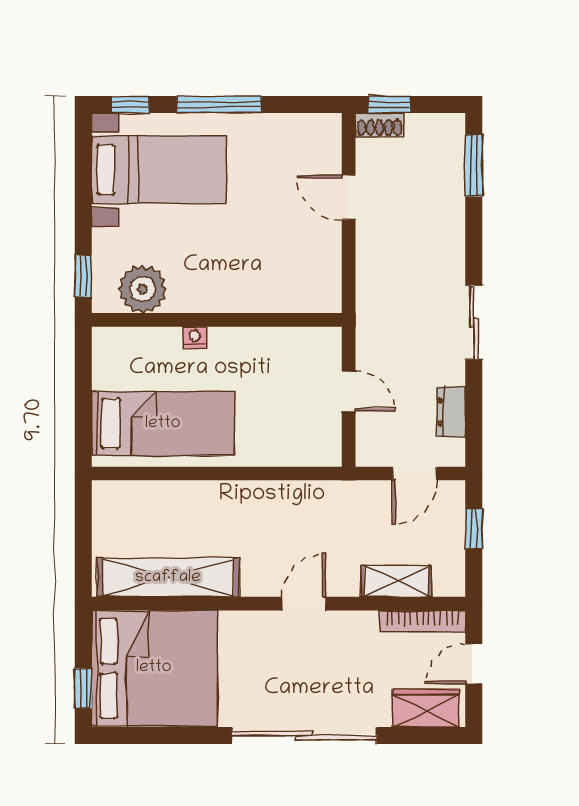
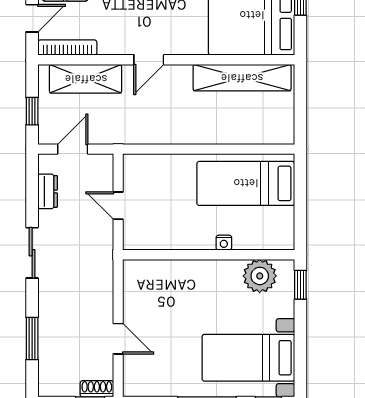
window: (474, 166) -> (32, 338), moved
shelving: (396, 581) -> (86, 79), width x1.50, depth x1.33

